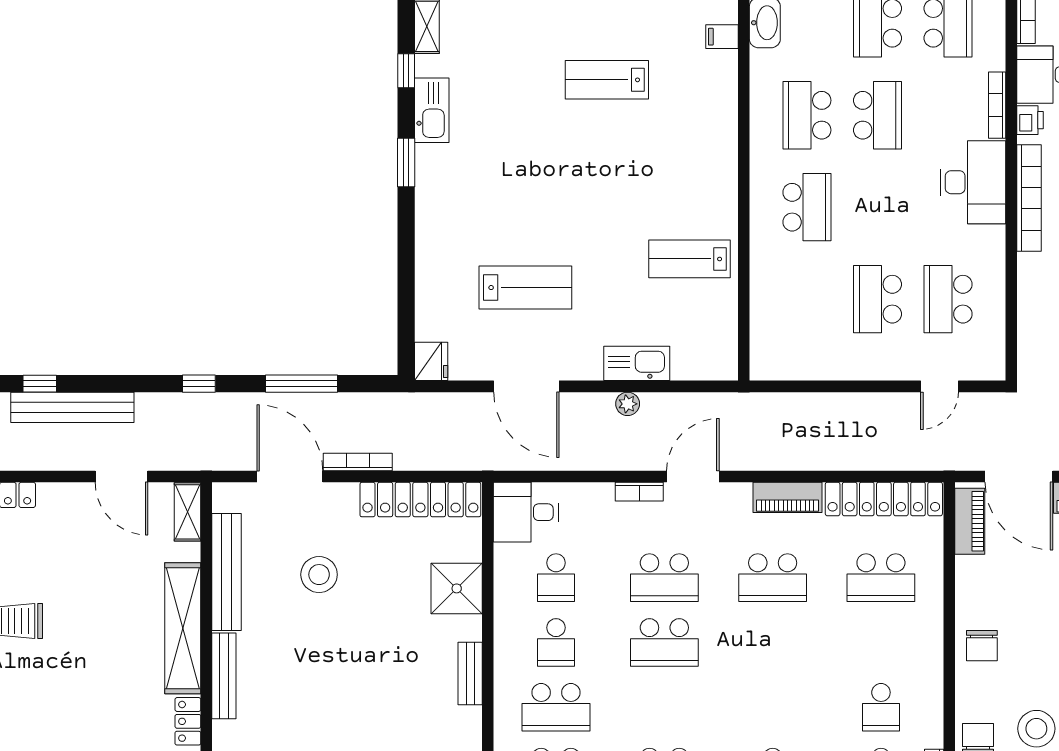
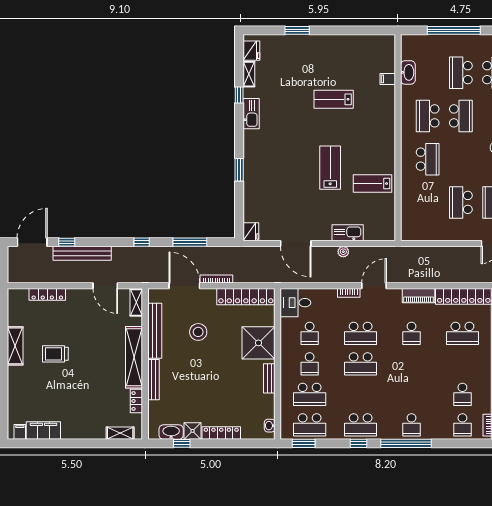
window: (406, 162) -> (239, 170), moved
lab bench: (525, 288) -> (330, 168), moved, turned -90
school desk: (773, 578) -> (412, 333), width x0.54
shower: (457, 588) -> (259, 343), width x1.37, depth x1.37

